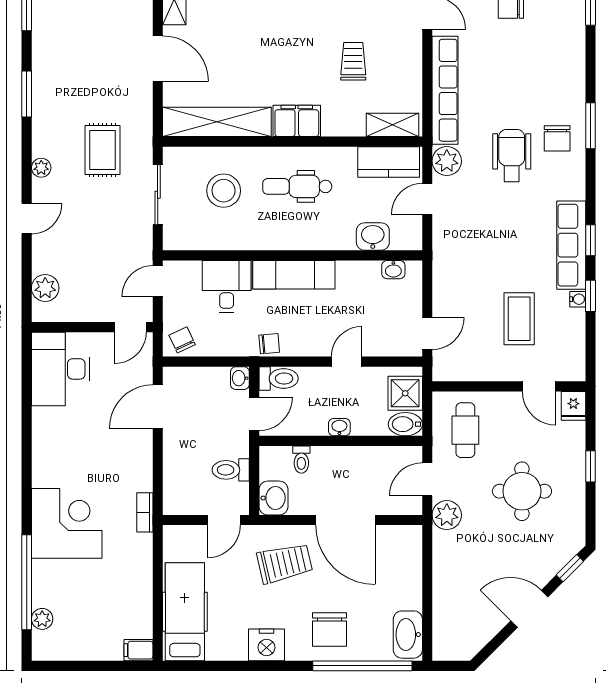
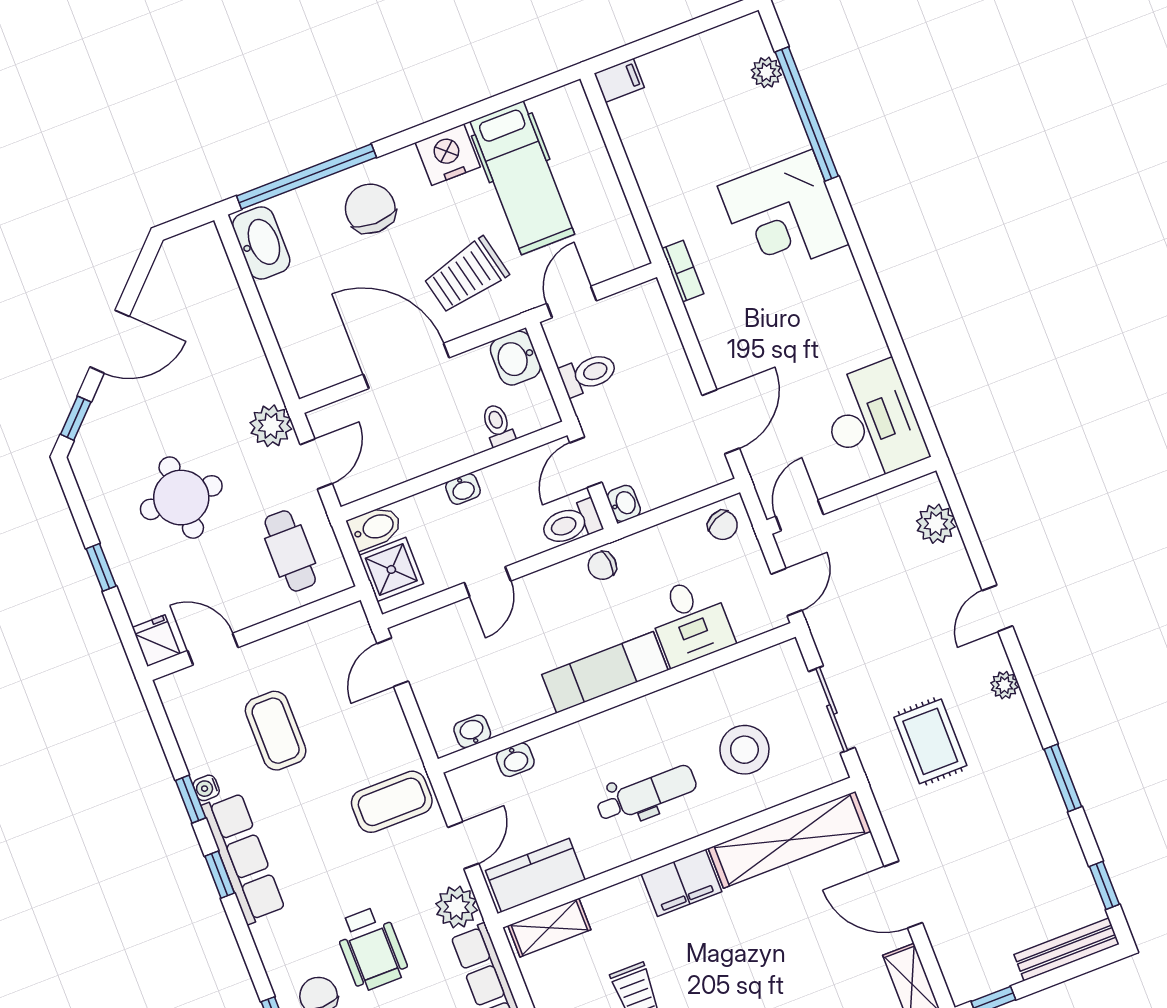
washbasin: (373, 237) -> (515, 760), width x0.72, depth x0.69
coffee table: (462, 244) -> (392, 802), added
hospital bed: (185, 612) -> (522, 178), moved

